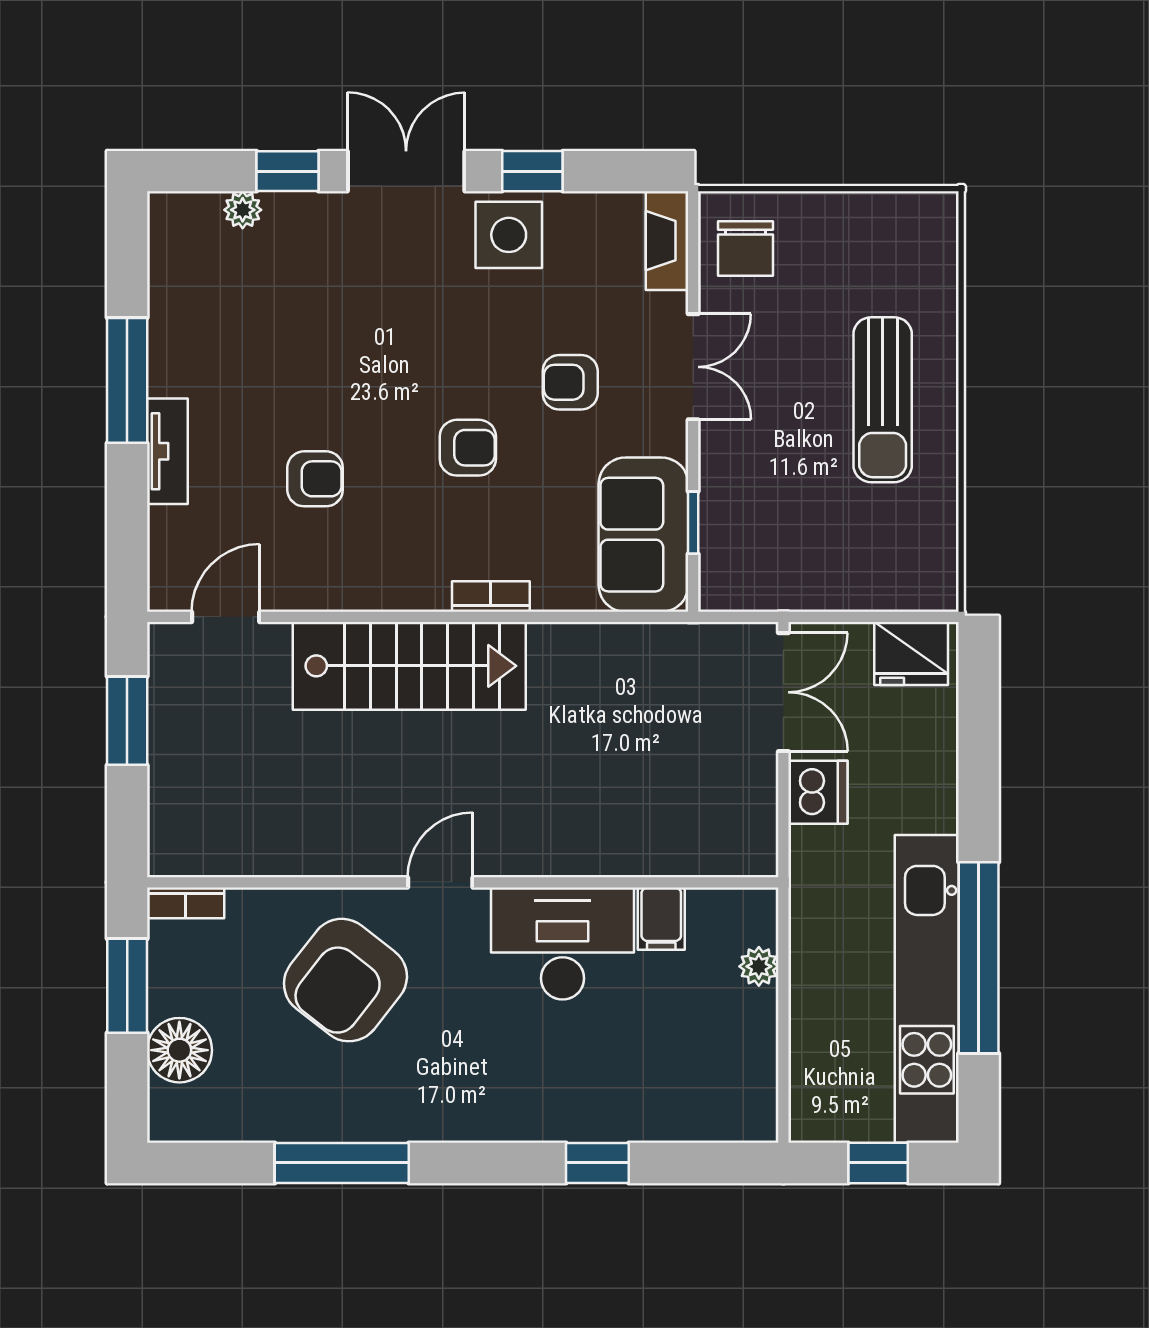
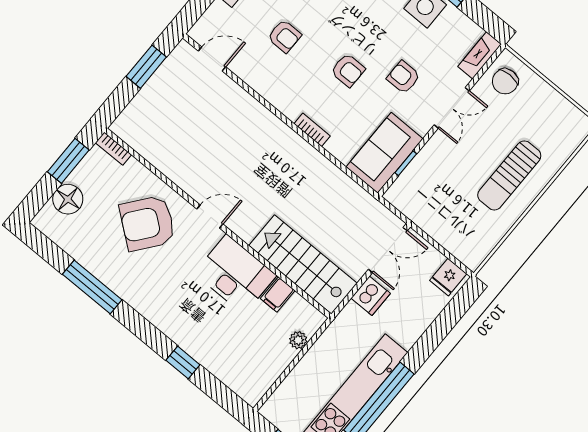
fridge: (911, 654) -> (448, 277), width x0.72
stairs: (409, 666) -> (303, 264), moved, turned 180

